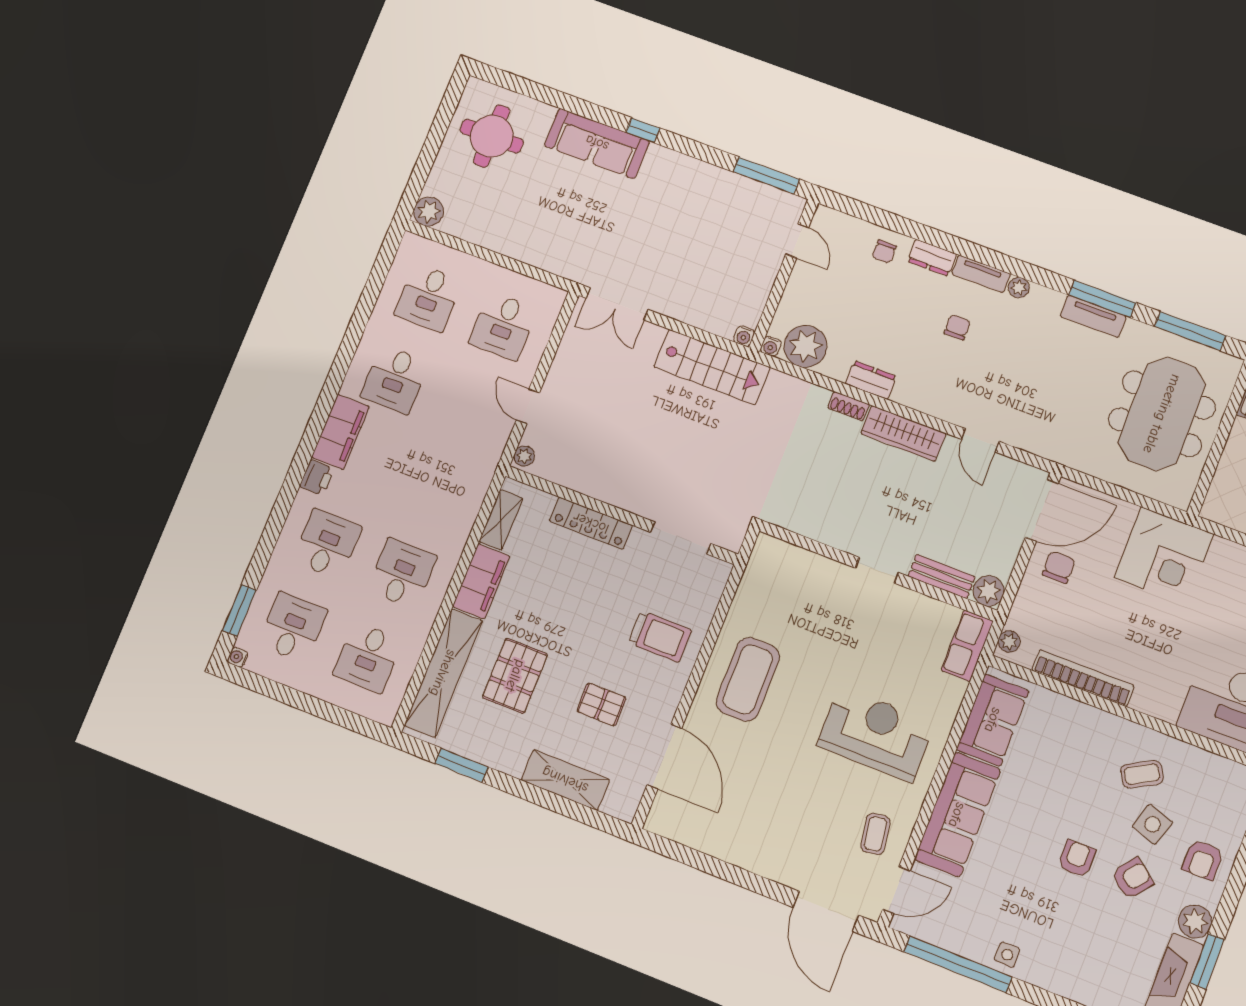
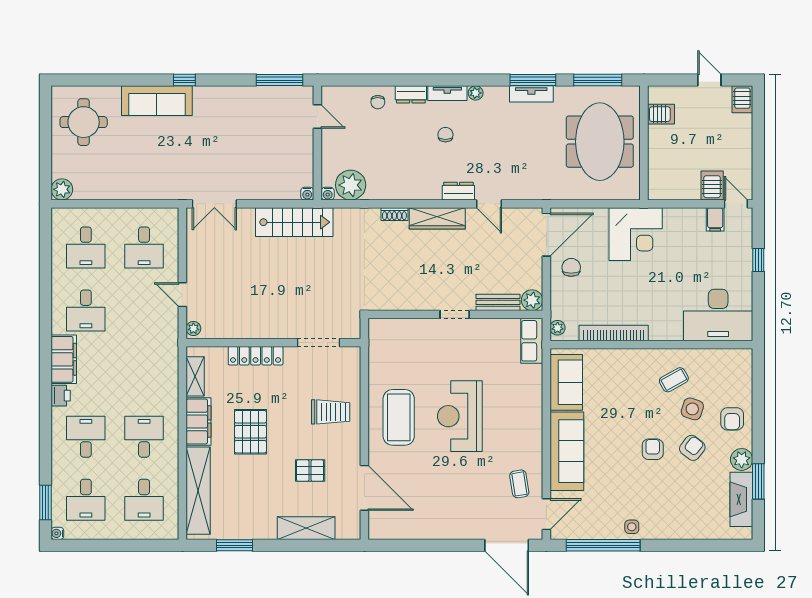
dresser: (871, 380) -> (458, 191), moved
desk: (293, 627) -> (86, 500), turned 180
pallet: (515, 676) -> (250, 432), moved
reception desk: (876, 734) -> (460, 416), moved, turned -90

